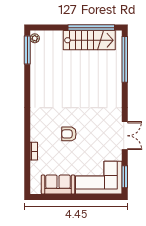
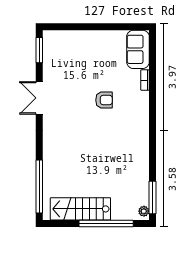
window: (91, 28) -> (106, 224), moved
corner sofa: (99, 178) -> (69, 49), removed
sofa: (58, 185) -> (138, 49), moved, turned 90

